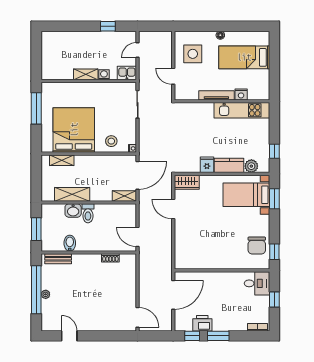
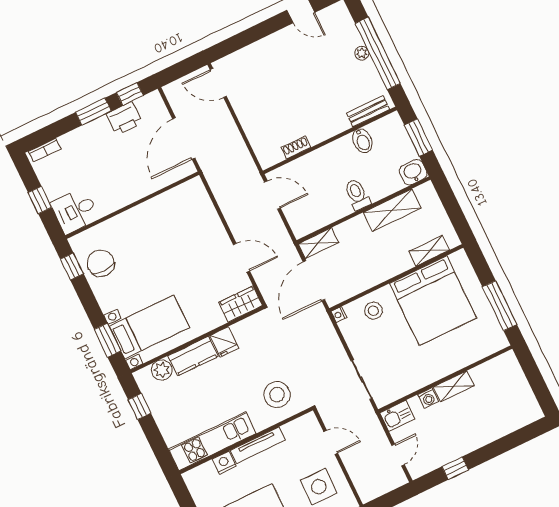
stool: (191, 119) -> (277, 395), added
washbasin: (73, 211) -> (413, 172), moved

